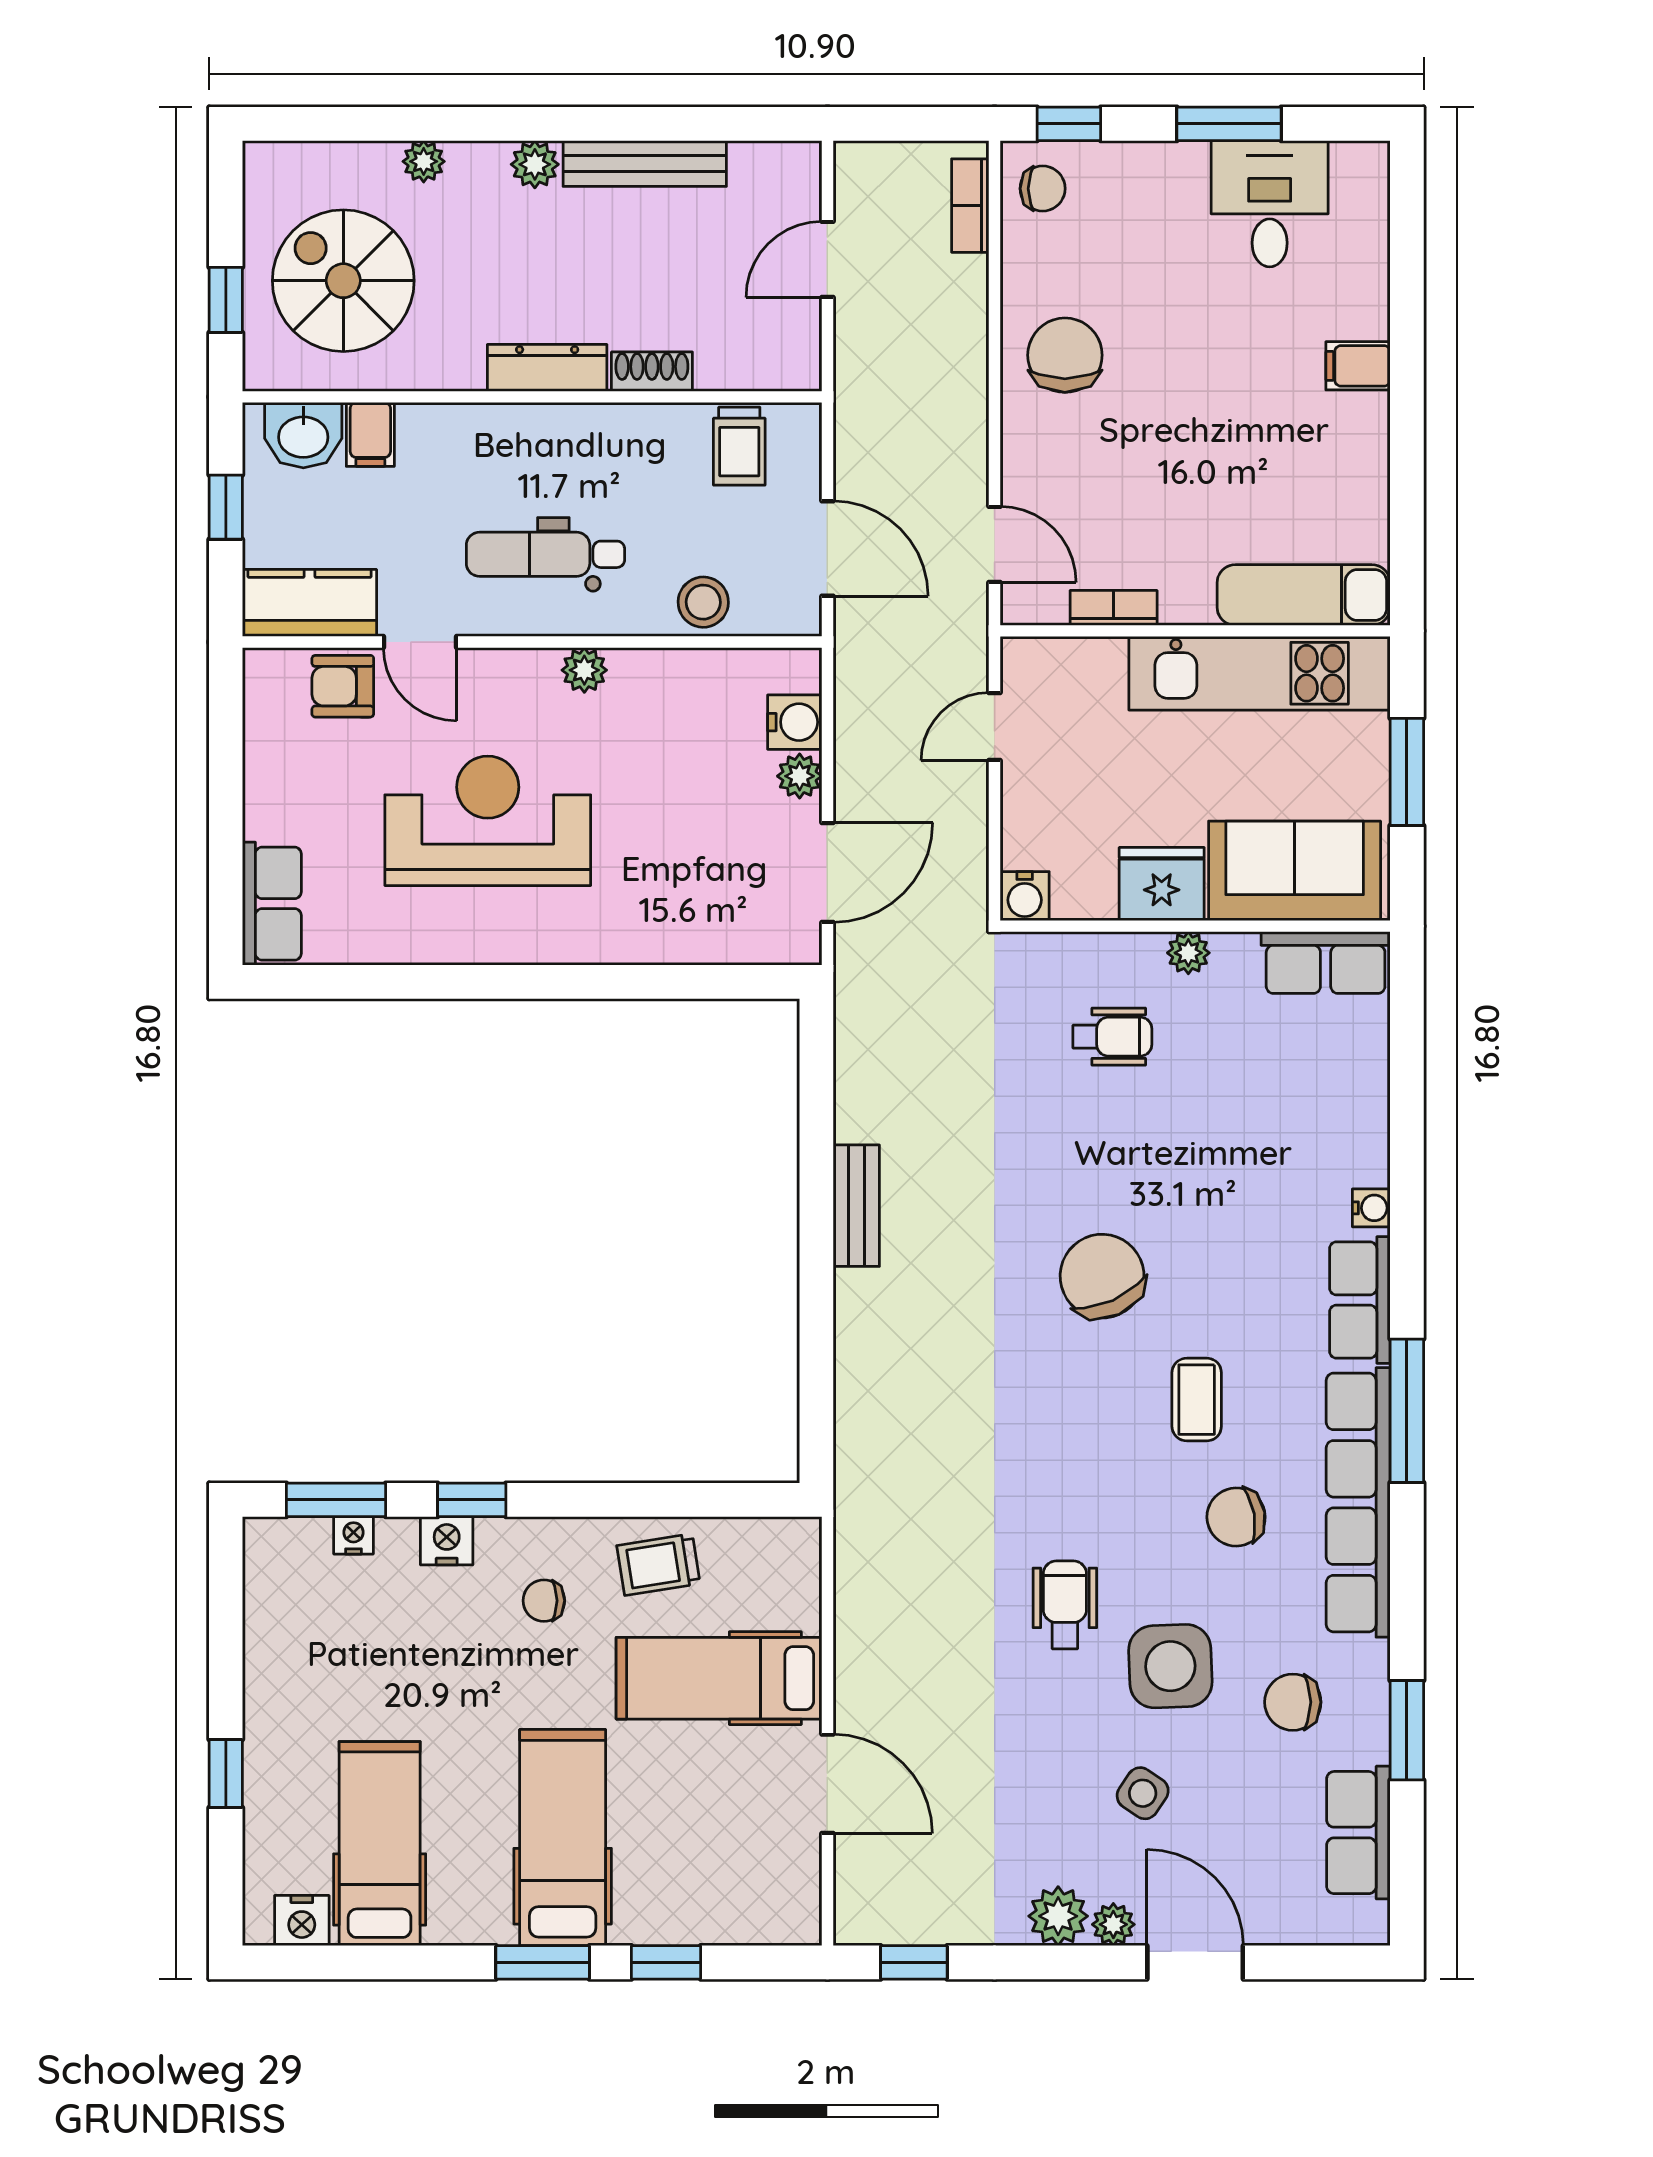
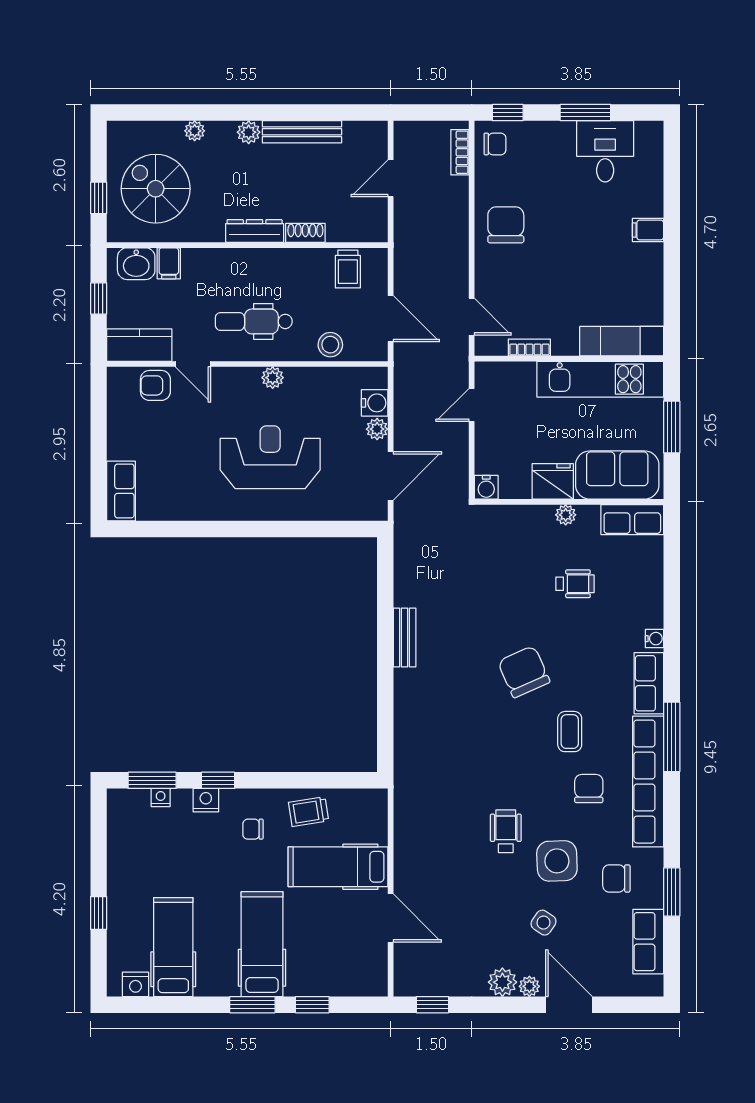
reception desk: (488, 821) -> (270, 457), moved
wheelchair: (1112, 1037) -> (575, 584), moved
chair: (1236, 1517) -> (589, 789), turned 100

